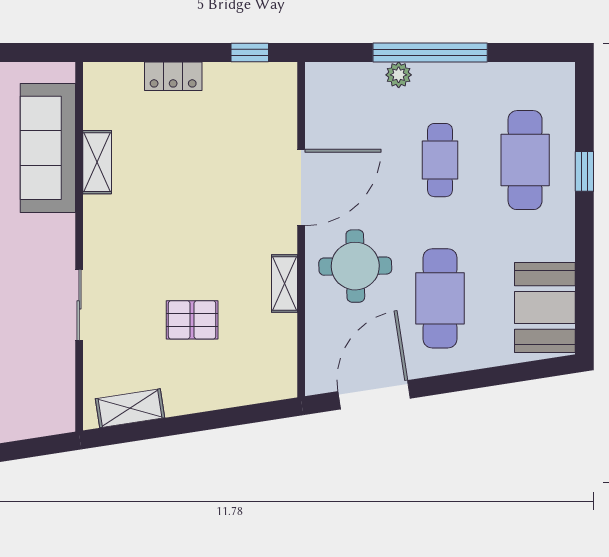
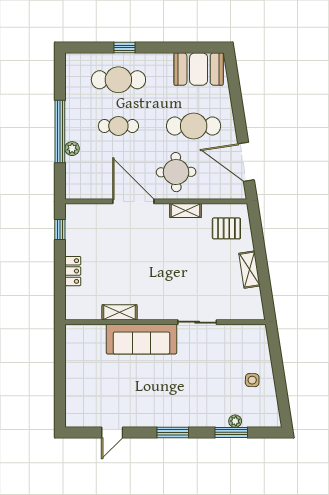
sofa: (48, 148) -> (141, 339), moved
pallet: (192, 320) -> (226, 228), moved, turned 90
shelving: (130, 408) -> (249, 270), moved

